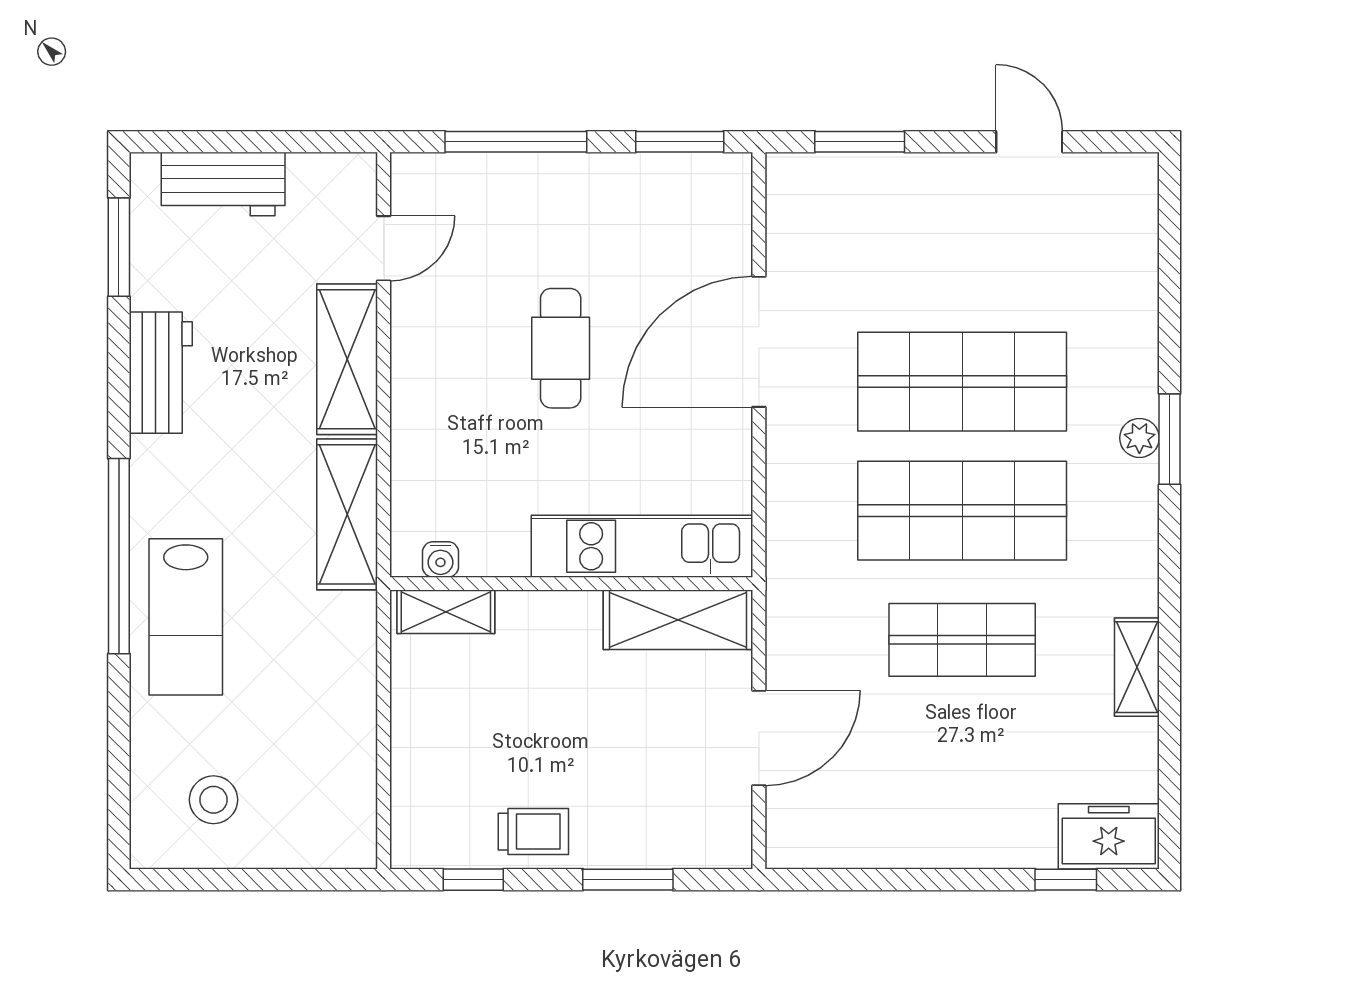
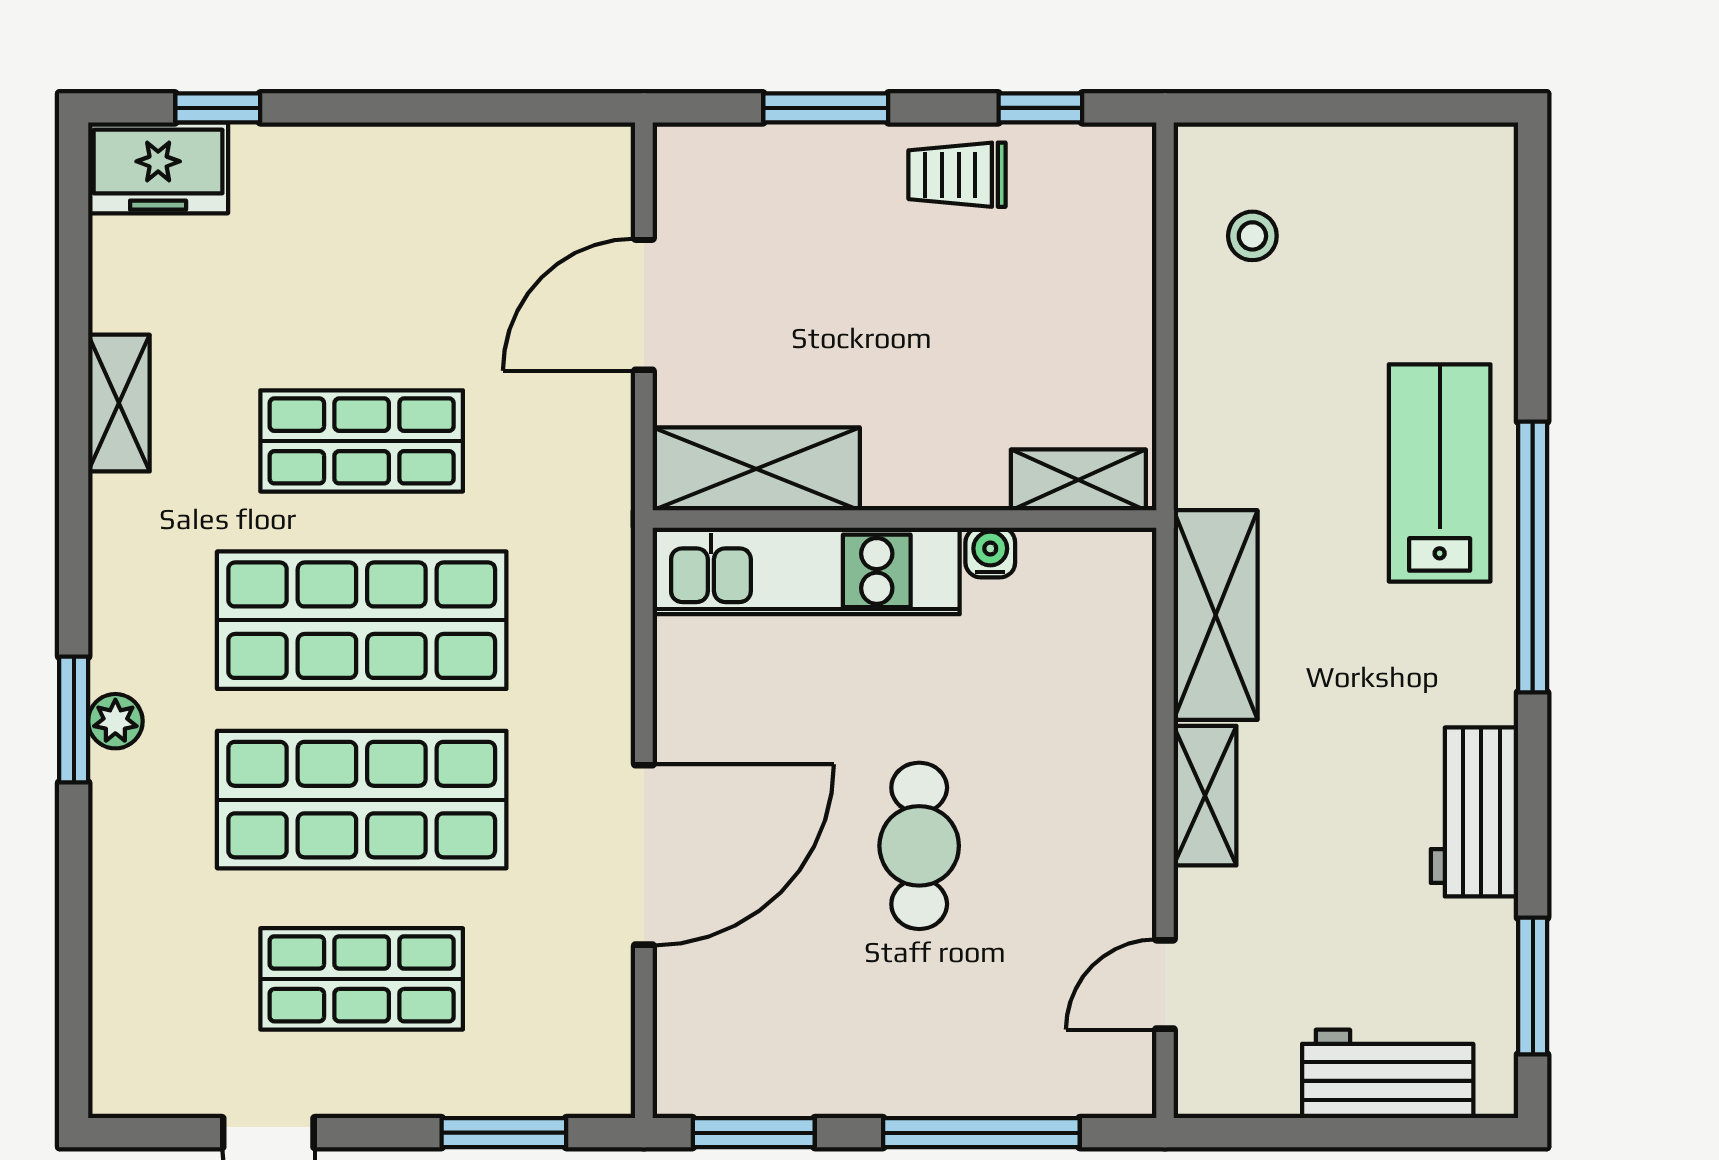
shop shelf: (962, 252) -> (362, 979), added
shelving: (347, 359) -> (1205, 796), width x0.67, depth x0.75
water cooler: (440, 559) -> (990, 552), moved
stool: (213, 800) -> (1252, 236), moved, width x0.73, depth x0.73

